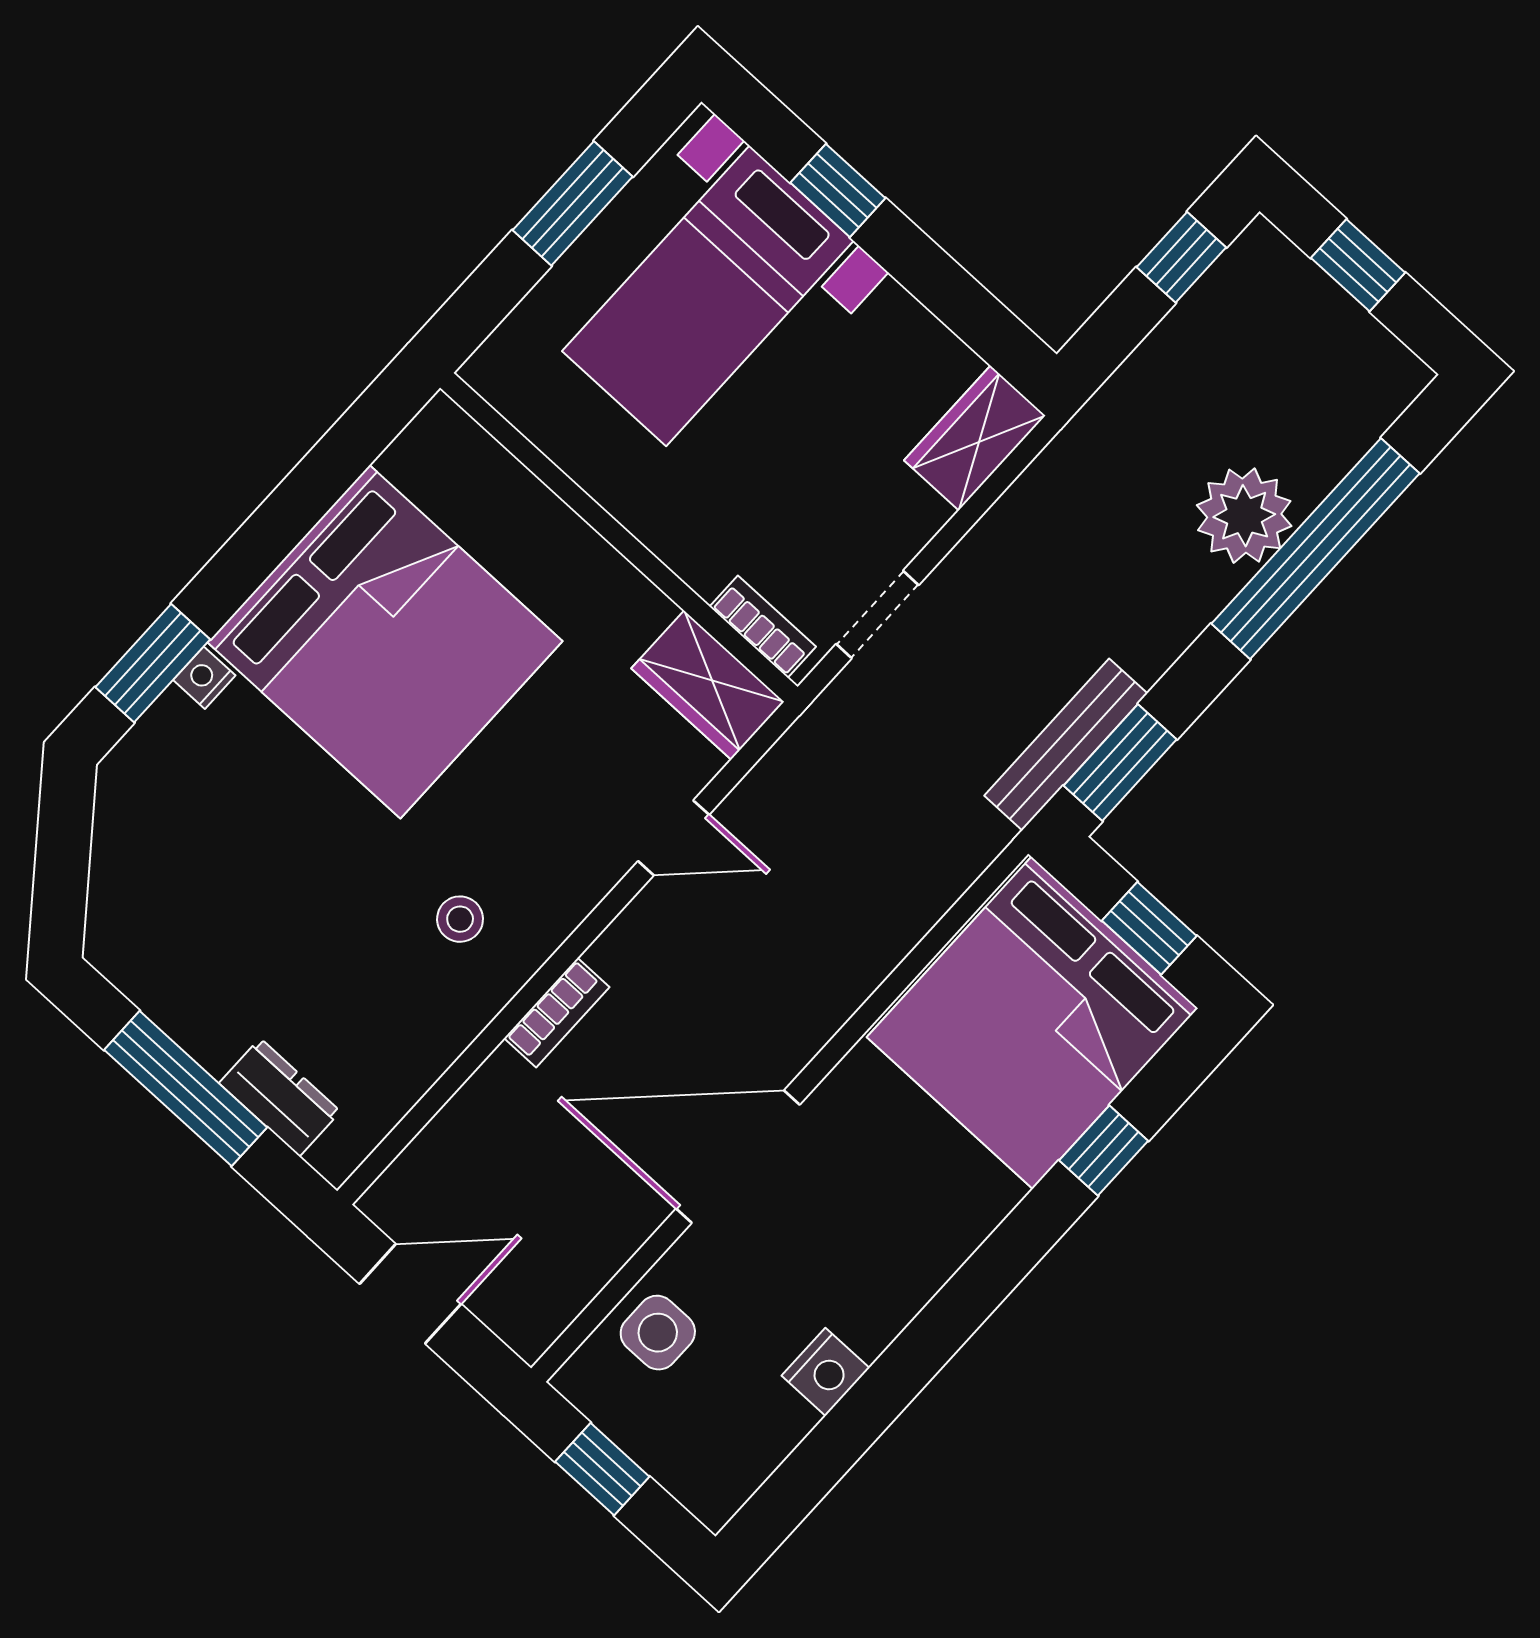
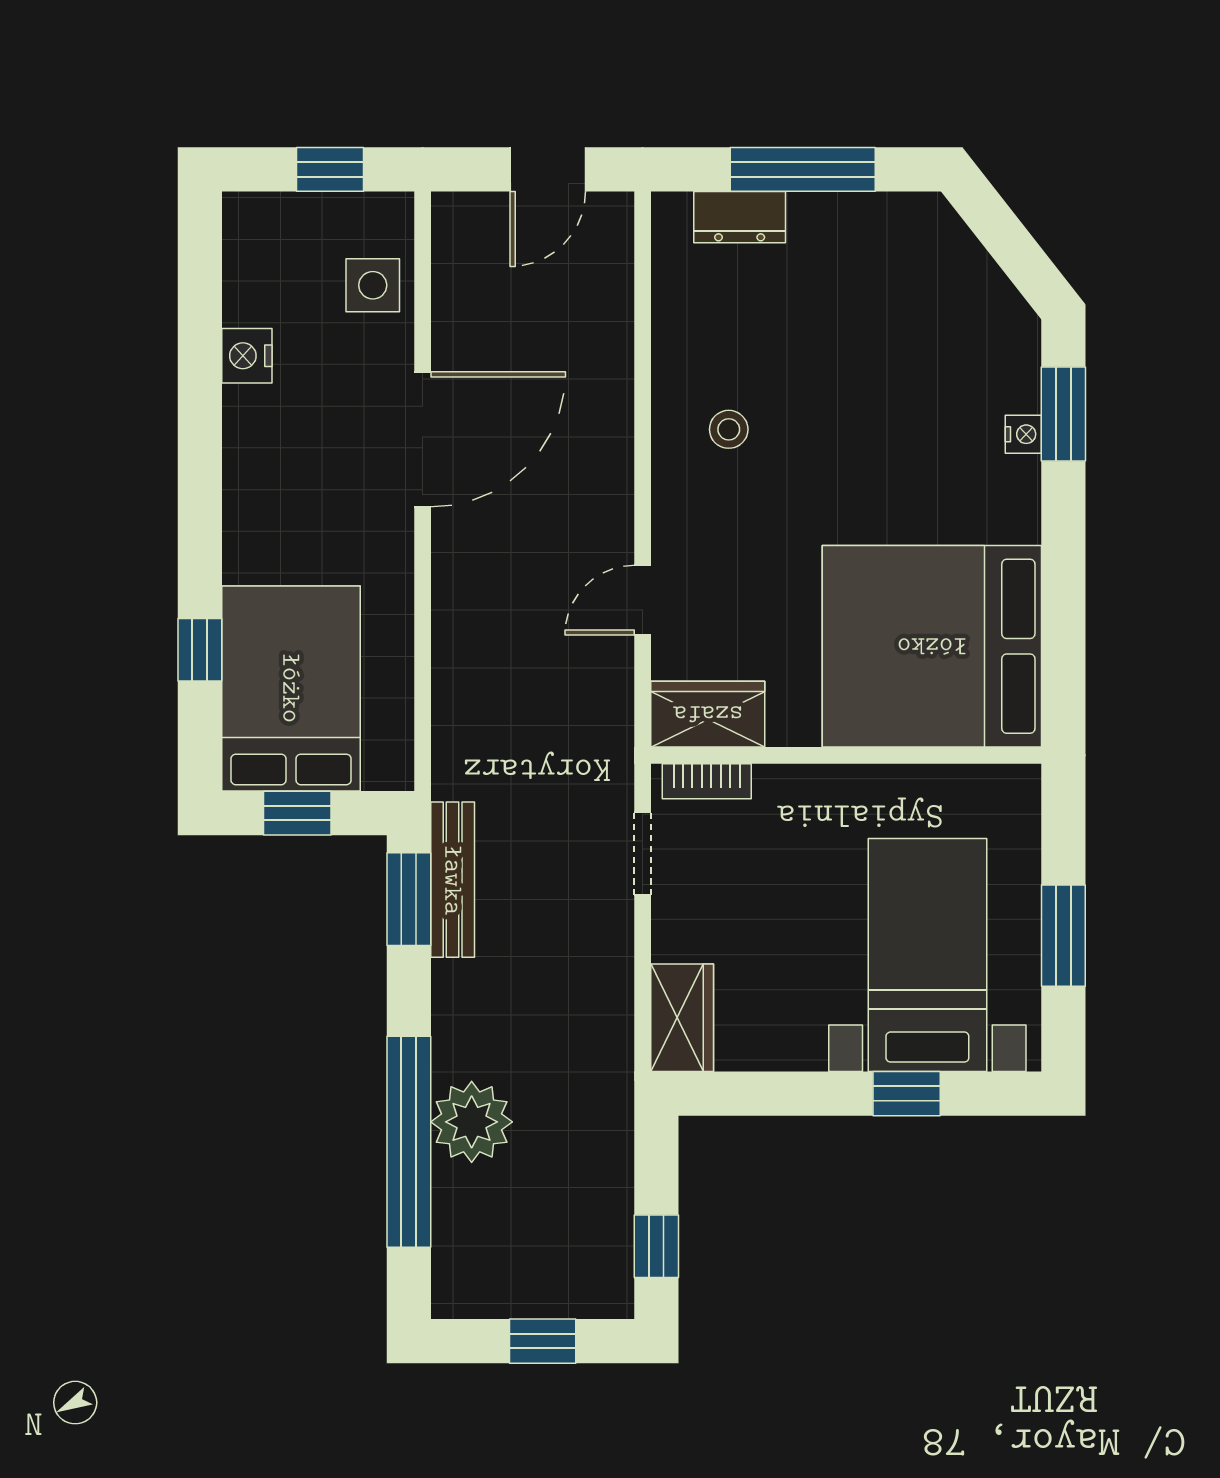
bed: (385, 642) -> (932, 646), moved
bookcase: (557, 1013) -> (616, 426), removed
bed: (1032, 1023) -> (291, 688), width x0.73

